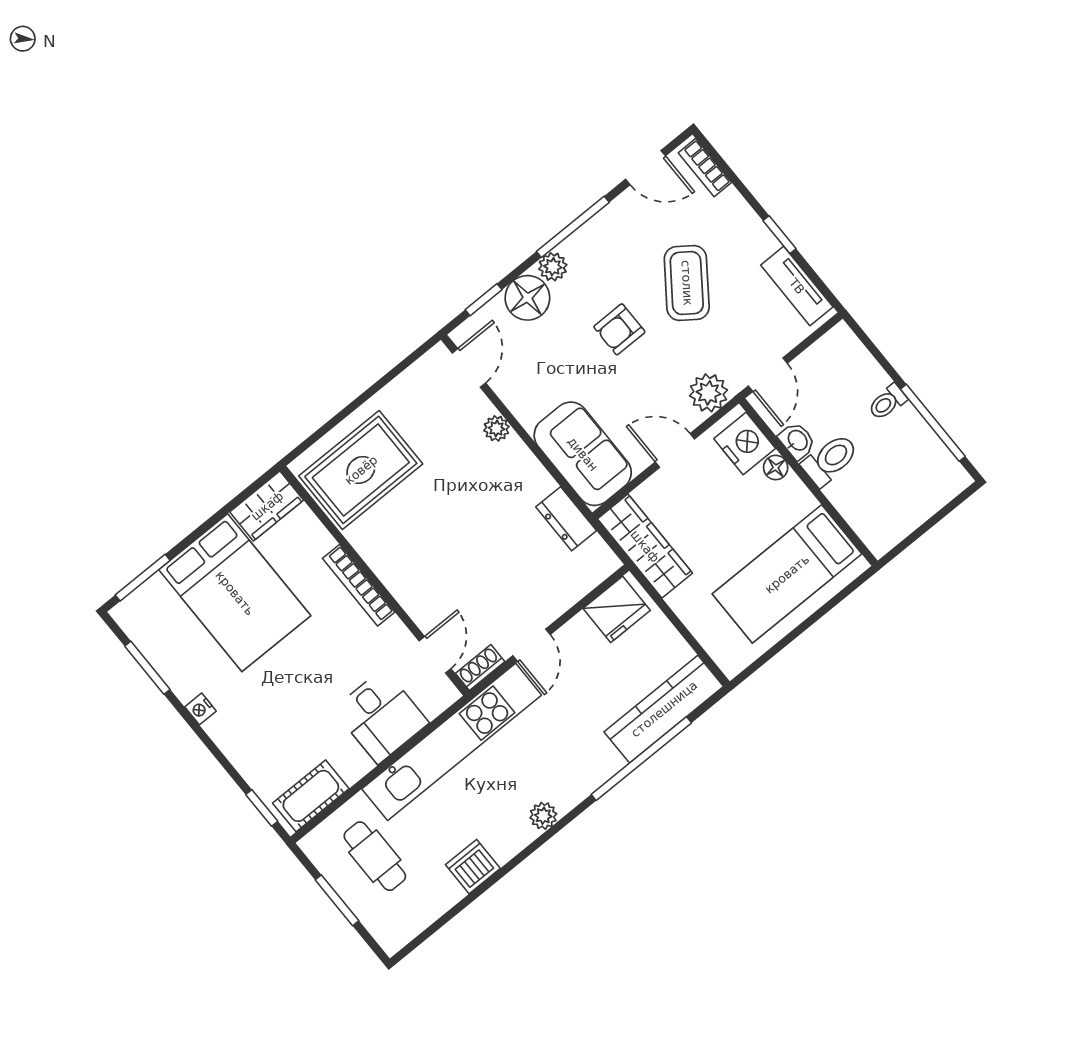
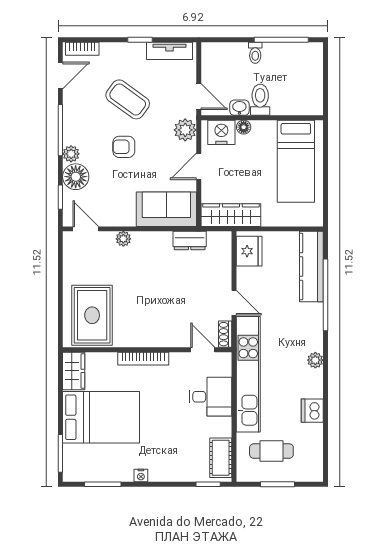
armchair: (619, 329) -> (124, 147), turned 90

